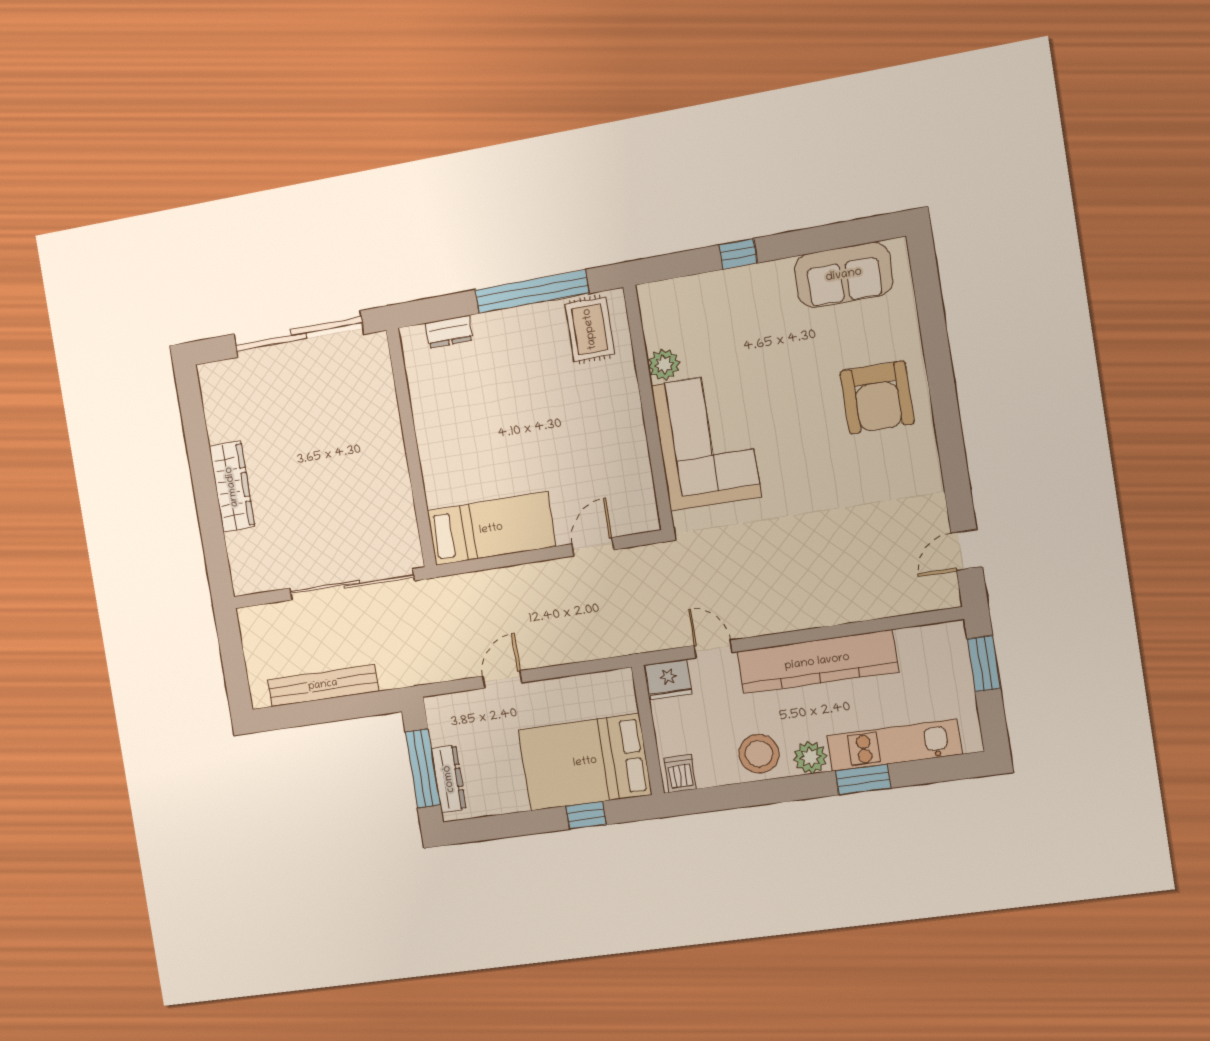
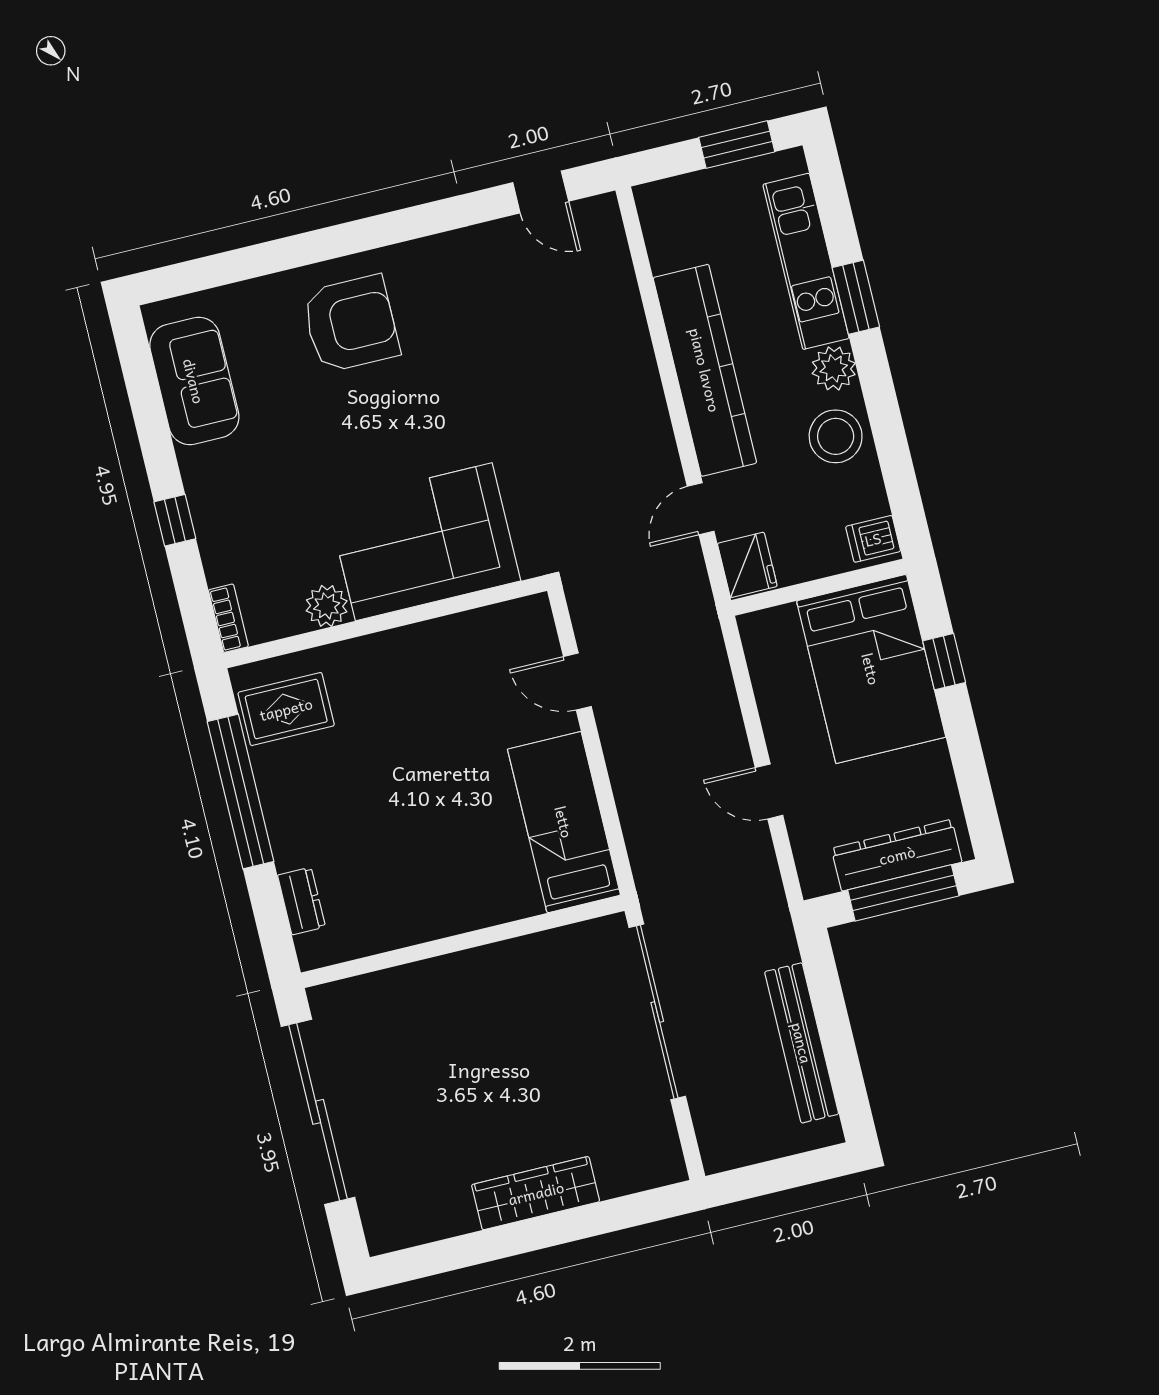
bookcase: (661, 290) -> (228, 618), added
window: (984, 664) -> (737, 145), moved
dresser: (449, 779) -> (897, 855), width x1.37, depth x1.24

